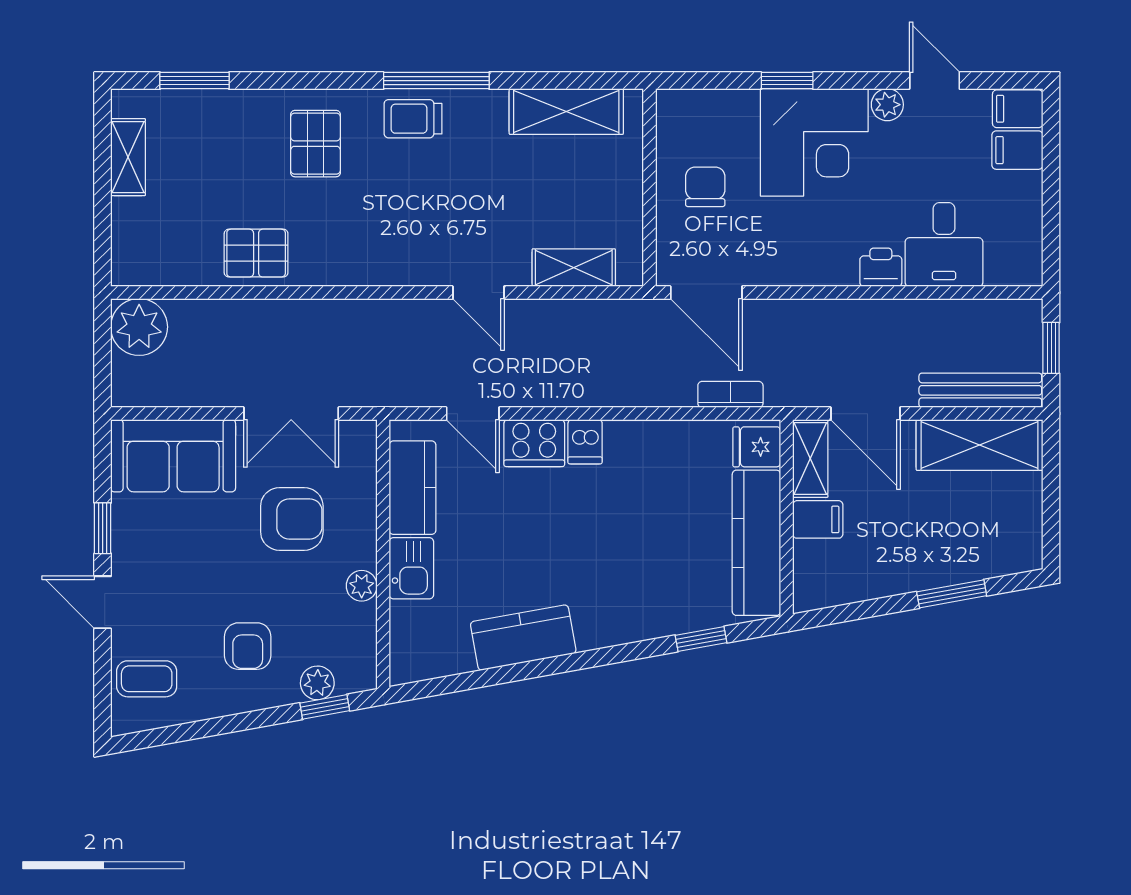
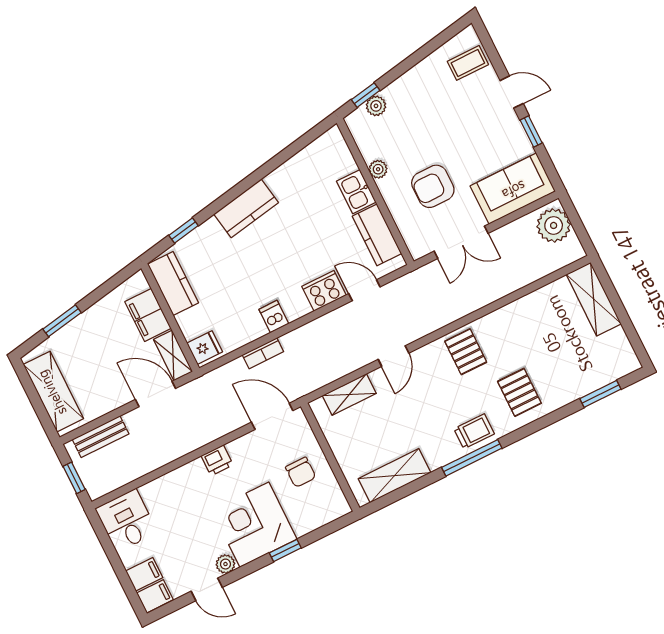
shelving: (128, 157) -> (594, 299), moved, width x1.50, depth x1.33
desk: (944, 244) -> (126, 521), moved
pallet: (256, 253) -> (466, 352), moved, turned 90
printer: (881, 267) -> (217, 460), moved
door: (478, 292) -> (393, 356), swing flipped
plant: (139, 327) -> (554, 225), moved
bench: (980, 390) -> (101, 437), width x0.73
bookcase: (730, 394) -> (263, 353), moved
double door: (291, 414) -> (461, 242), swing flipped
dishwasher: (585, 442) -> (274, 317), moved
shelving: (980, 445) -> (53, 392), moved, turned 90
filing cabinet: (818, 519) -> (148, 315), width x2.00
kitchen counter: (756, 543) -> (173, 283), width x0.67
kitchen counter: (523, 638) -> (246, 208), moved
armchair: (248, 646) -> (423, 107), removed

